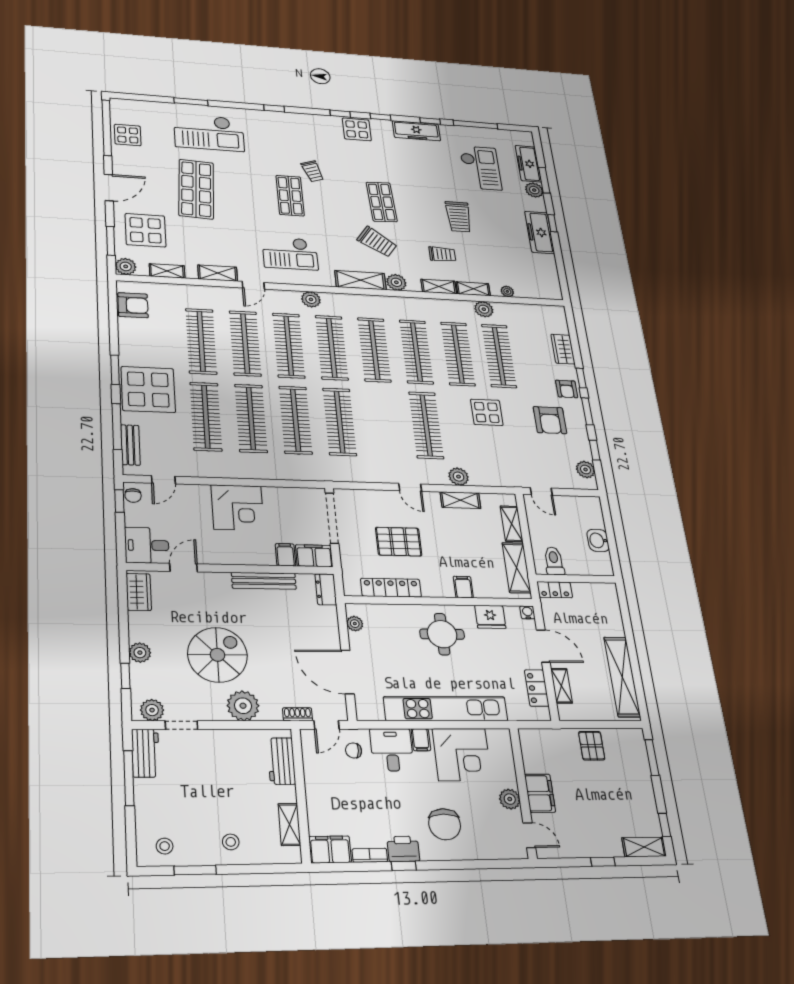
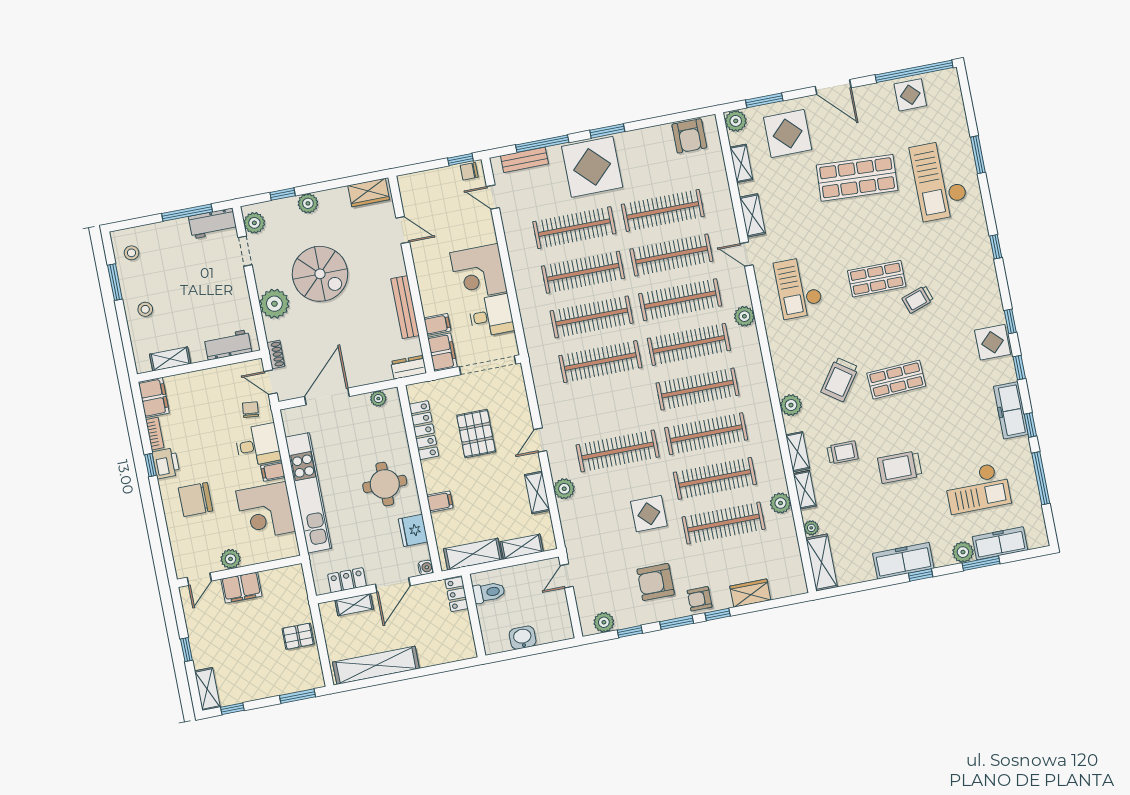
trolley: (442, 254) -> (843, 452), turned -90
shelving: (360, 280) -> (822, 563), moved
desk: (147, 545) -> (491, 316), moved, turned 90

